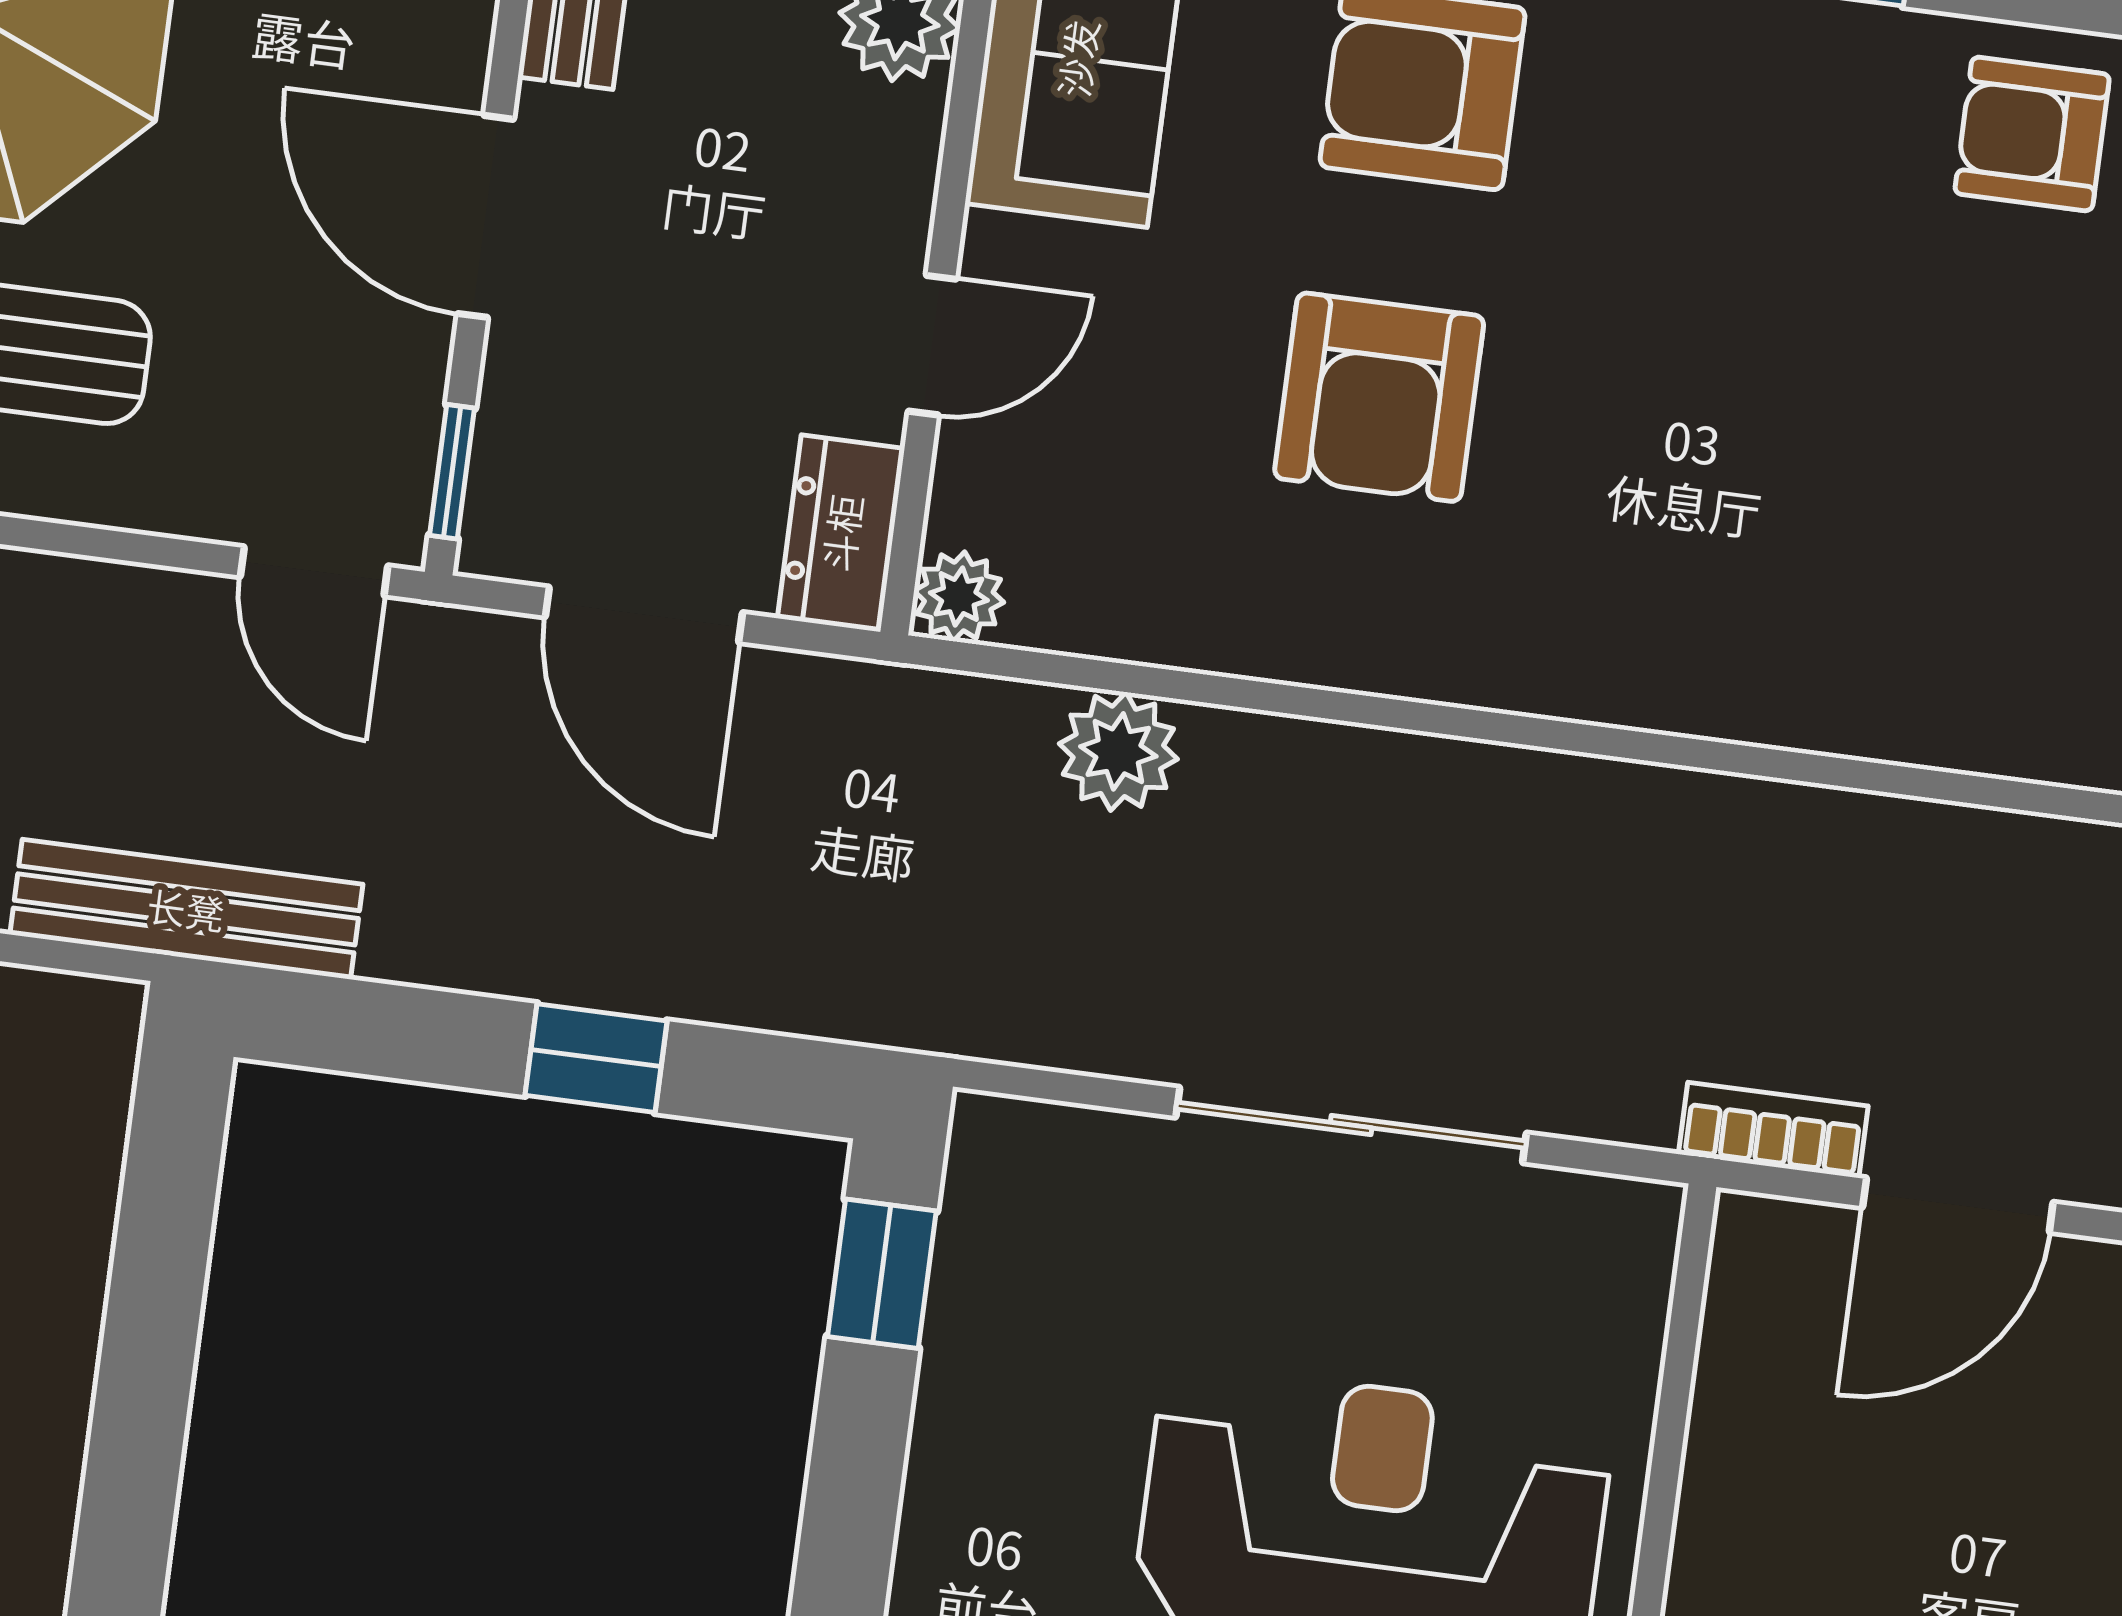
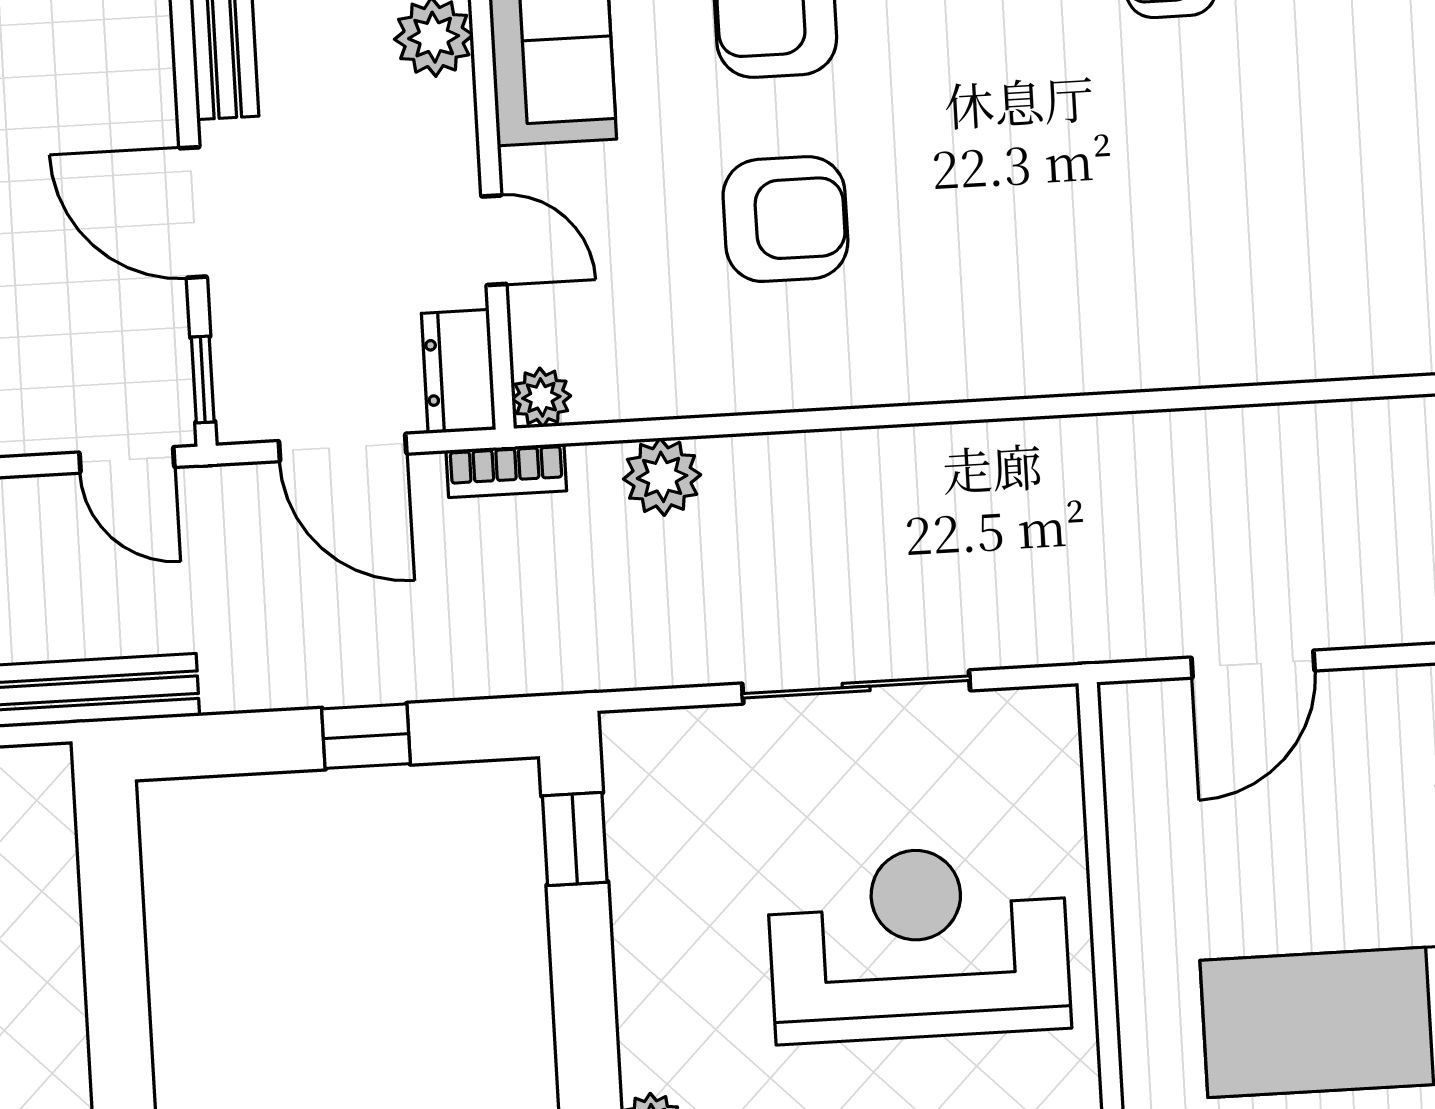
door: (932, 345) -> (494, 240), hinge flipped
armchair: (1379, 397) -> (785, 219), turned -90
bookcase: (1773, 1130) -> (506, 471), moved, turned 180

